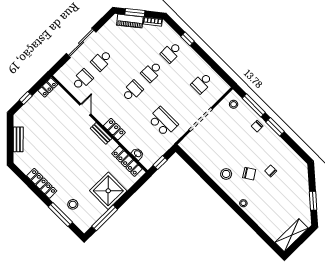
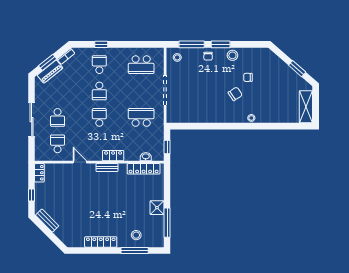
school desk: (171, 52) -> (99, 65), turned 180
school desk: (202, 83) -> (141, 65), width x1.85
bench: (18, 139) -> (47, 221), moved
stool: (226, 174) -> (232, 55), moved
shower: (108, 191) -> (157, 208), width x0.54, depth x0.54

